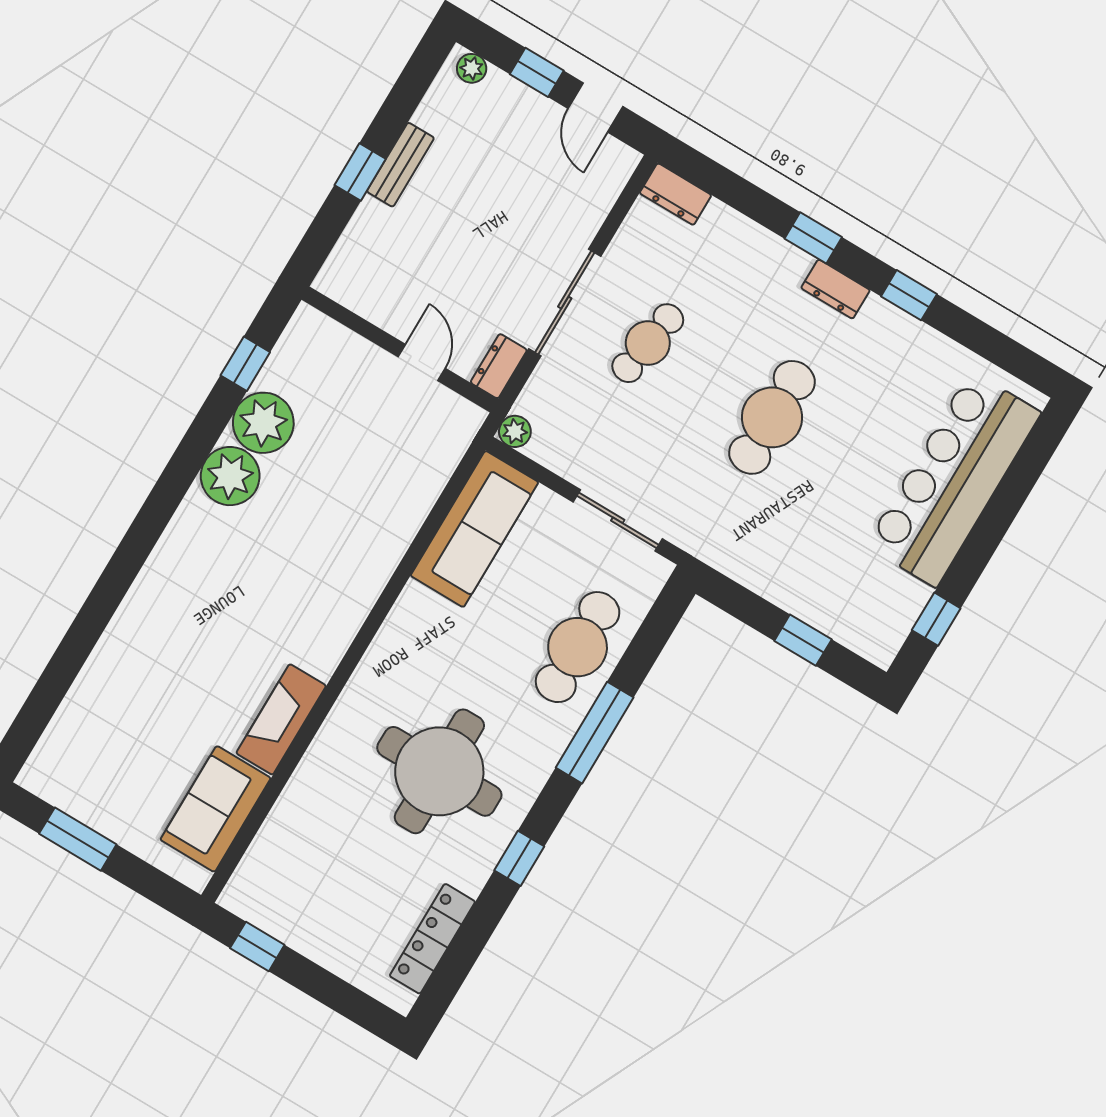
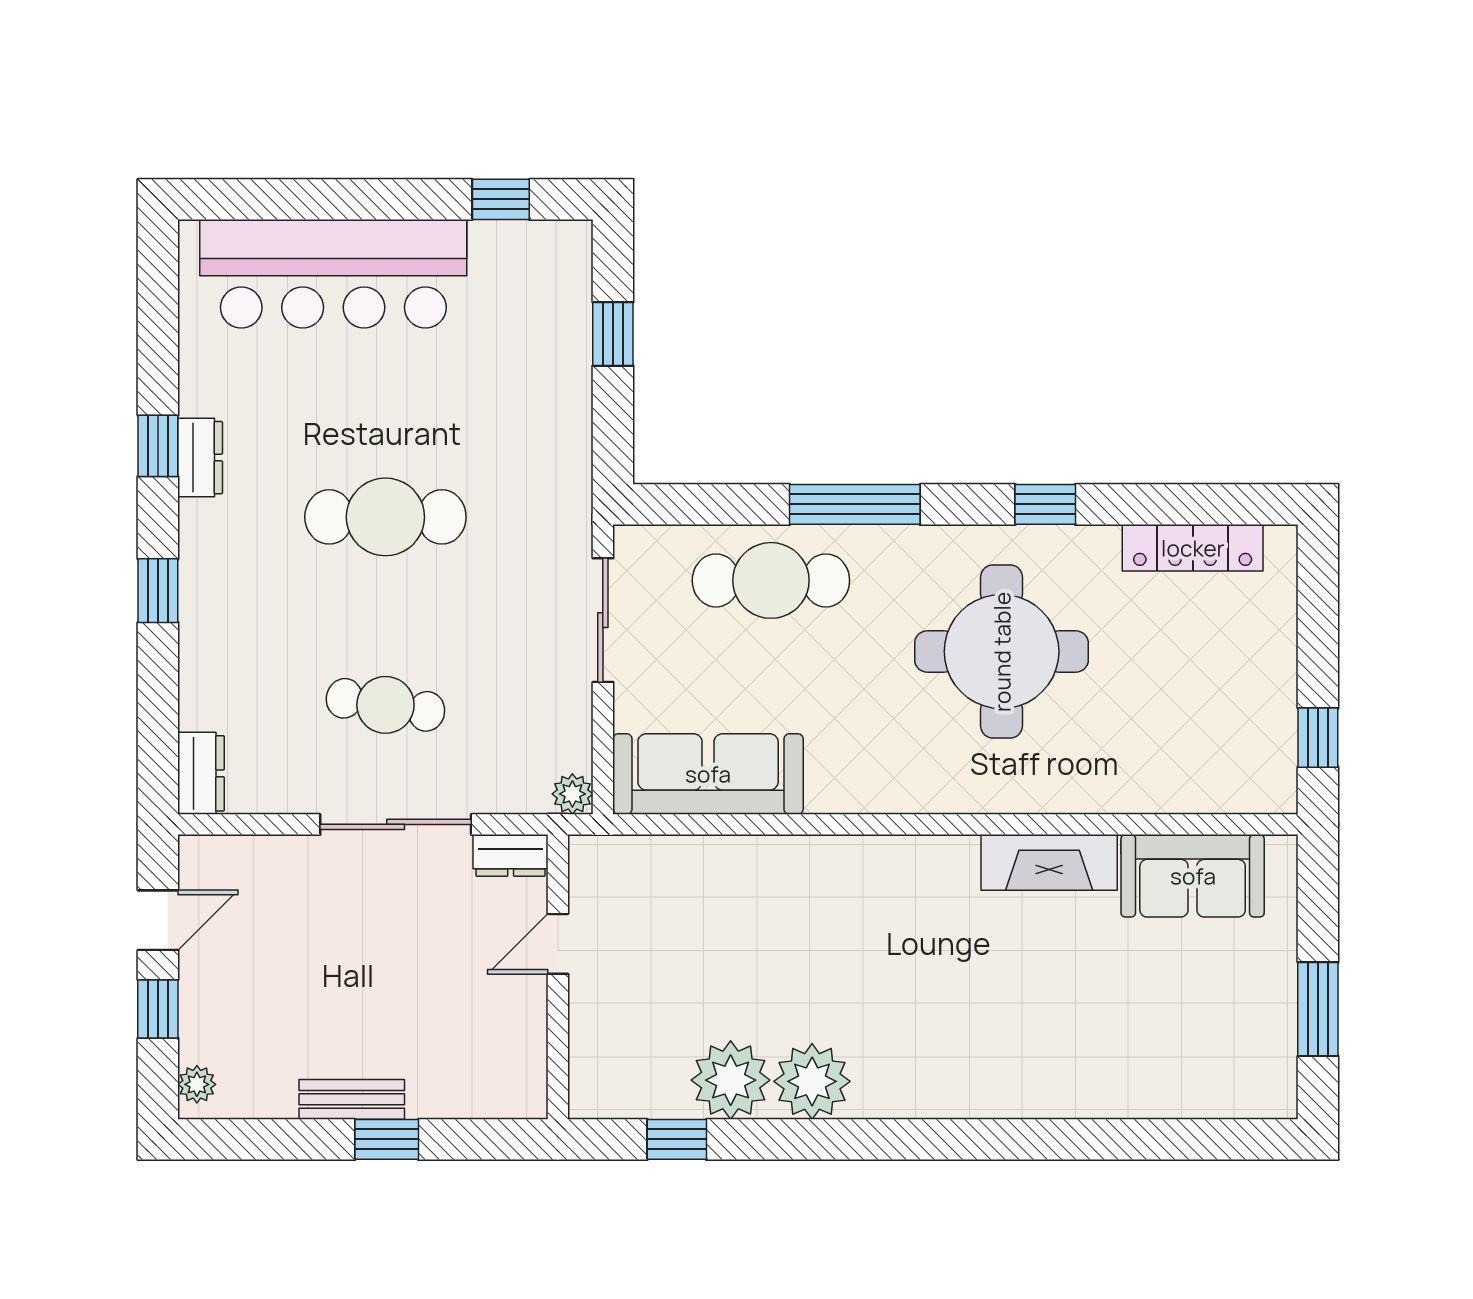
dresser: (836, 289) -> (200, 458), moved

